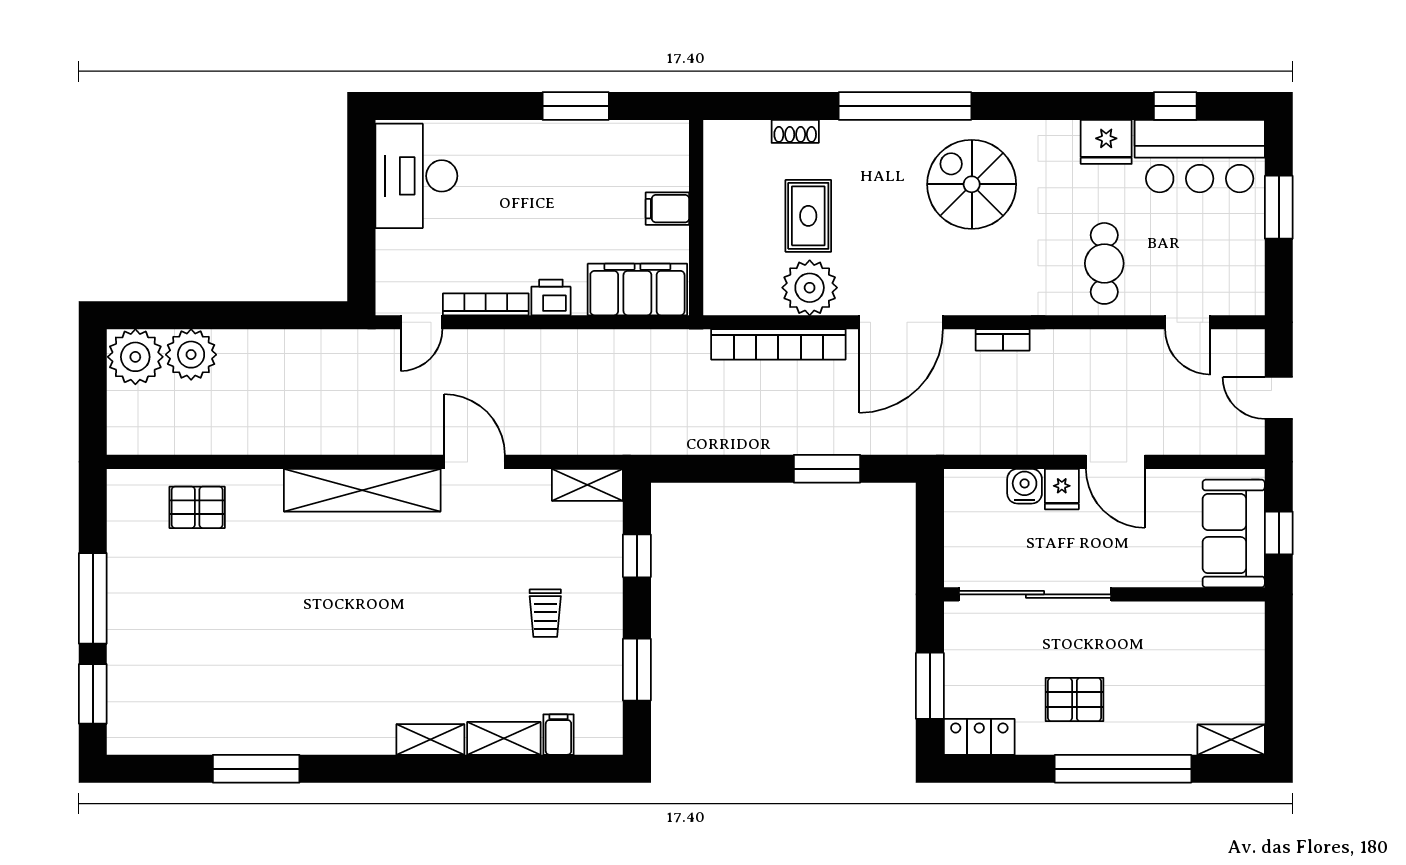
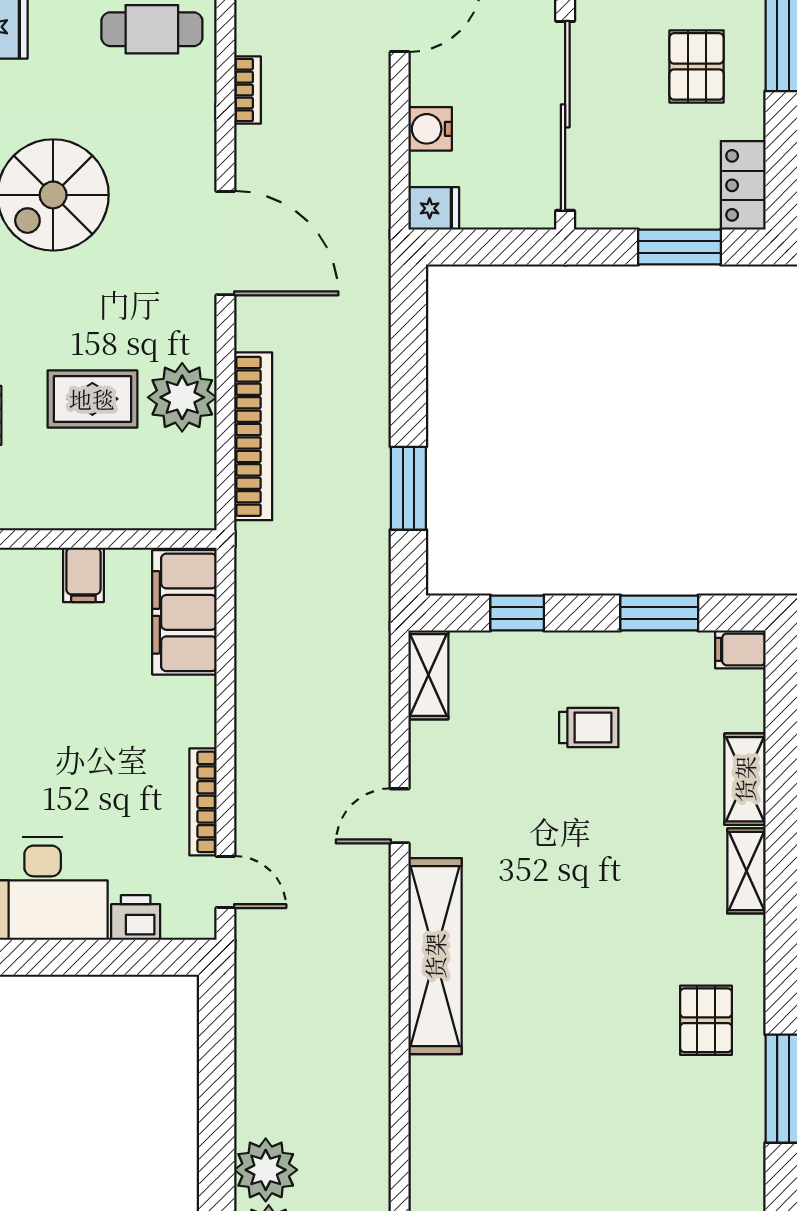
printer: (551, 297) -> (136, 918), moved, turned 90
door: (901, 322) -> (225, 243), moved
bookcase: (1003, 340) -> (247, 90), moved
door: (475, 462) -> (400, 816), width x0.73
window: (827, 469) -> (408, 488), moved
fridge: (1062, 489) -> (434, 208), moved
pallet: (197, 507) -> (706, 1020), moved
filing cabinet: (558, 735) -> (740, 649), moved

